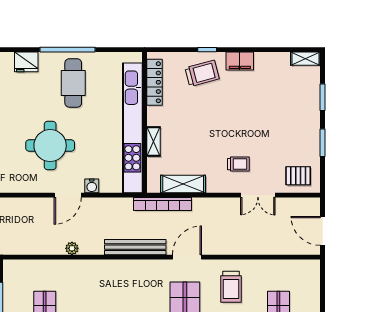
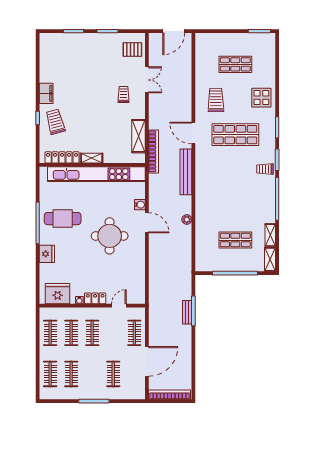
shelving: (305, 59) -> (44, 44), removed
shelving: (154, 142) -> (92, 158), moved
pallet: (298, 176) -> (132, 50), turned 90
trolley: (231, 287) -> (216, 100), turned -91

